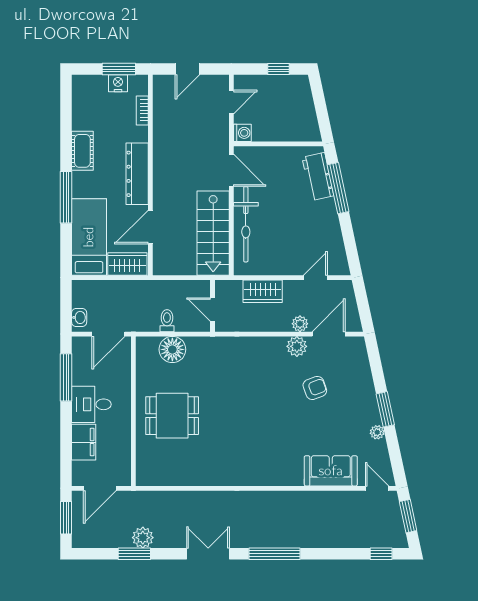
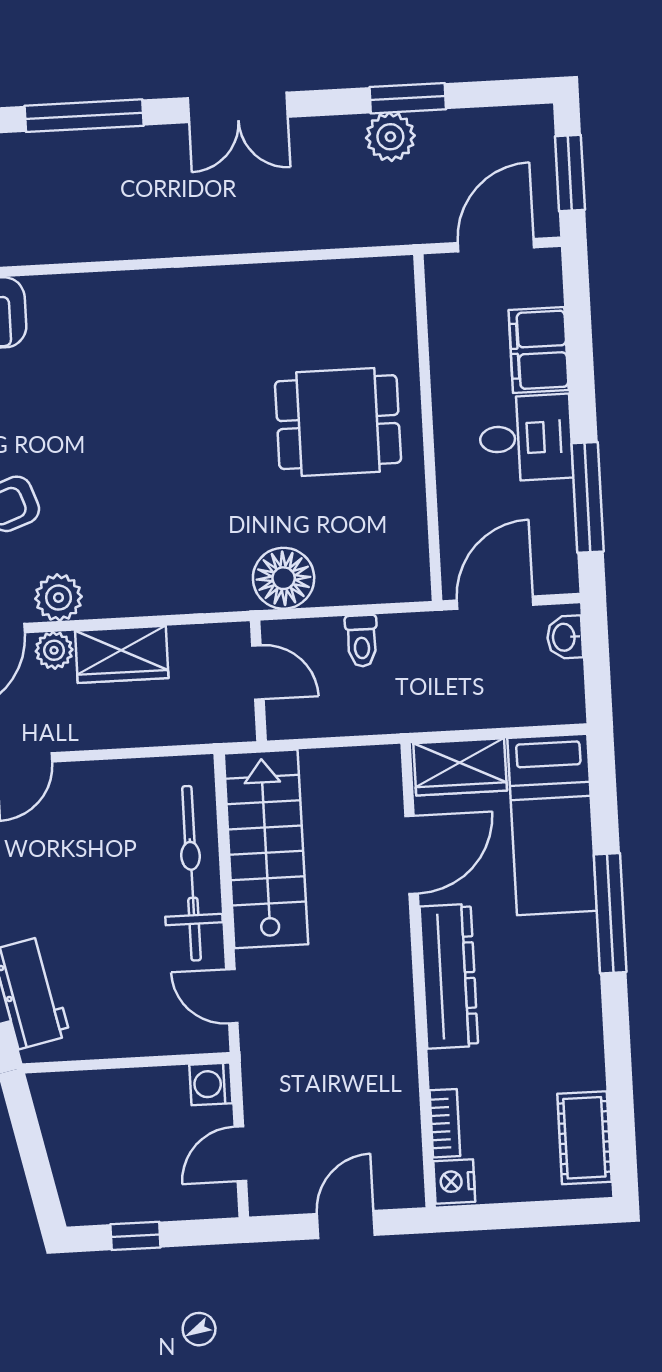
window: (119, 69) -> (504, 1216), removed
nightstand: (118, 83) -> (454, 1182), moved, turned 90
cot: (82, 151) -> (584, 1138), moved
door: (231, 170) -> (232, 996), width x0.73
wardrobe: (263, 291) -> (122, 654), moved, turned 180
floor lamp: (172, 349) -> (284, 578), moved

